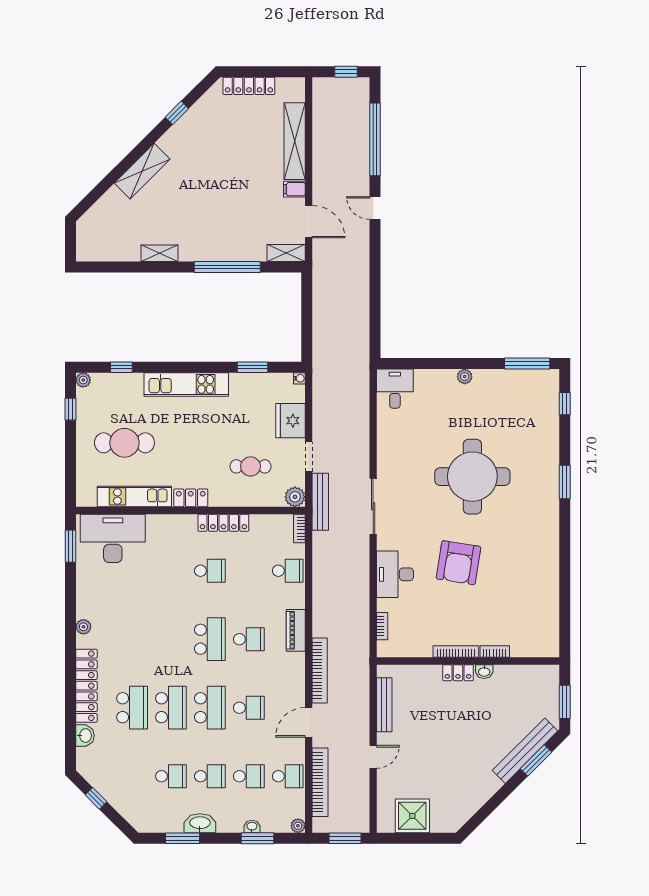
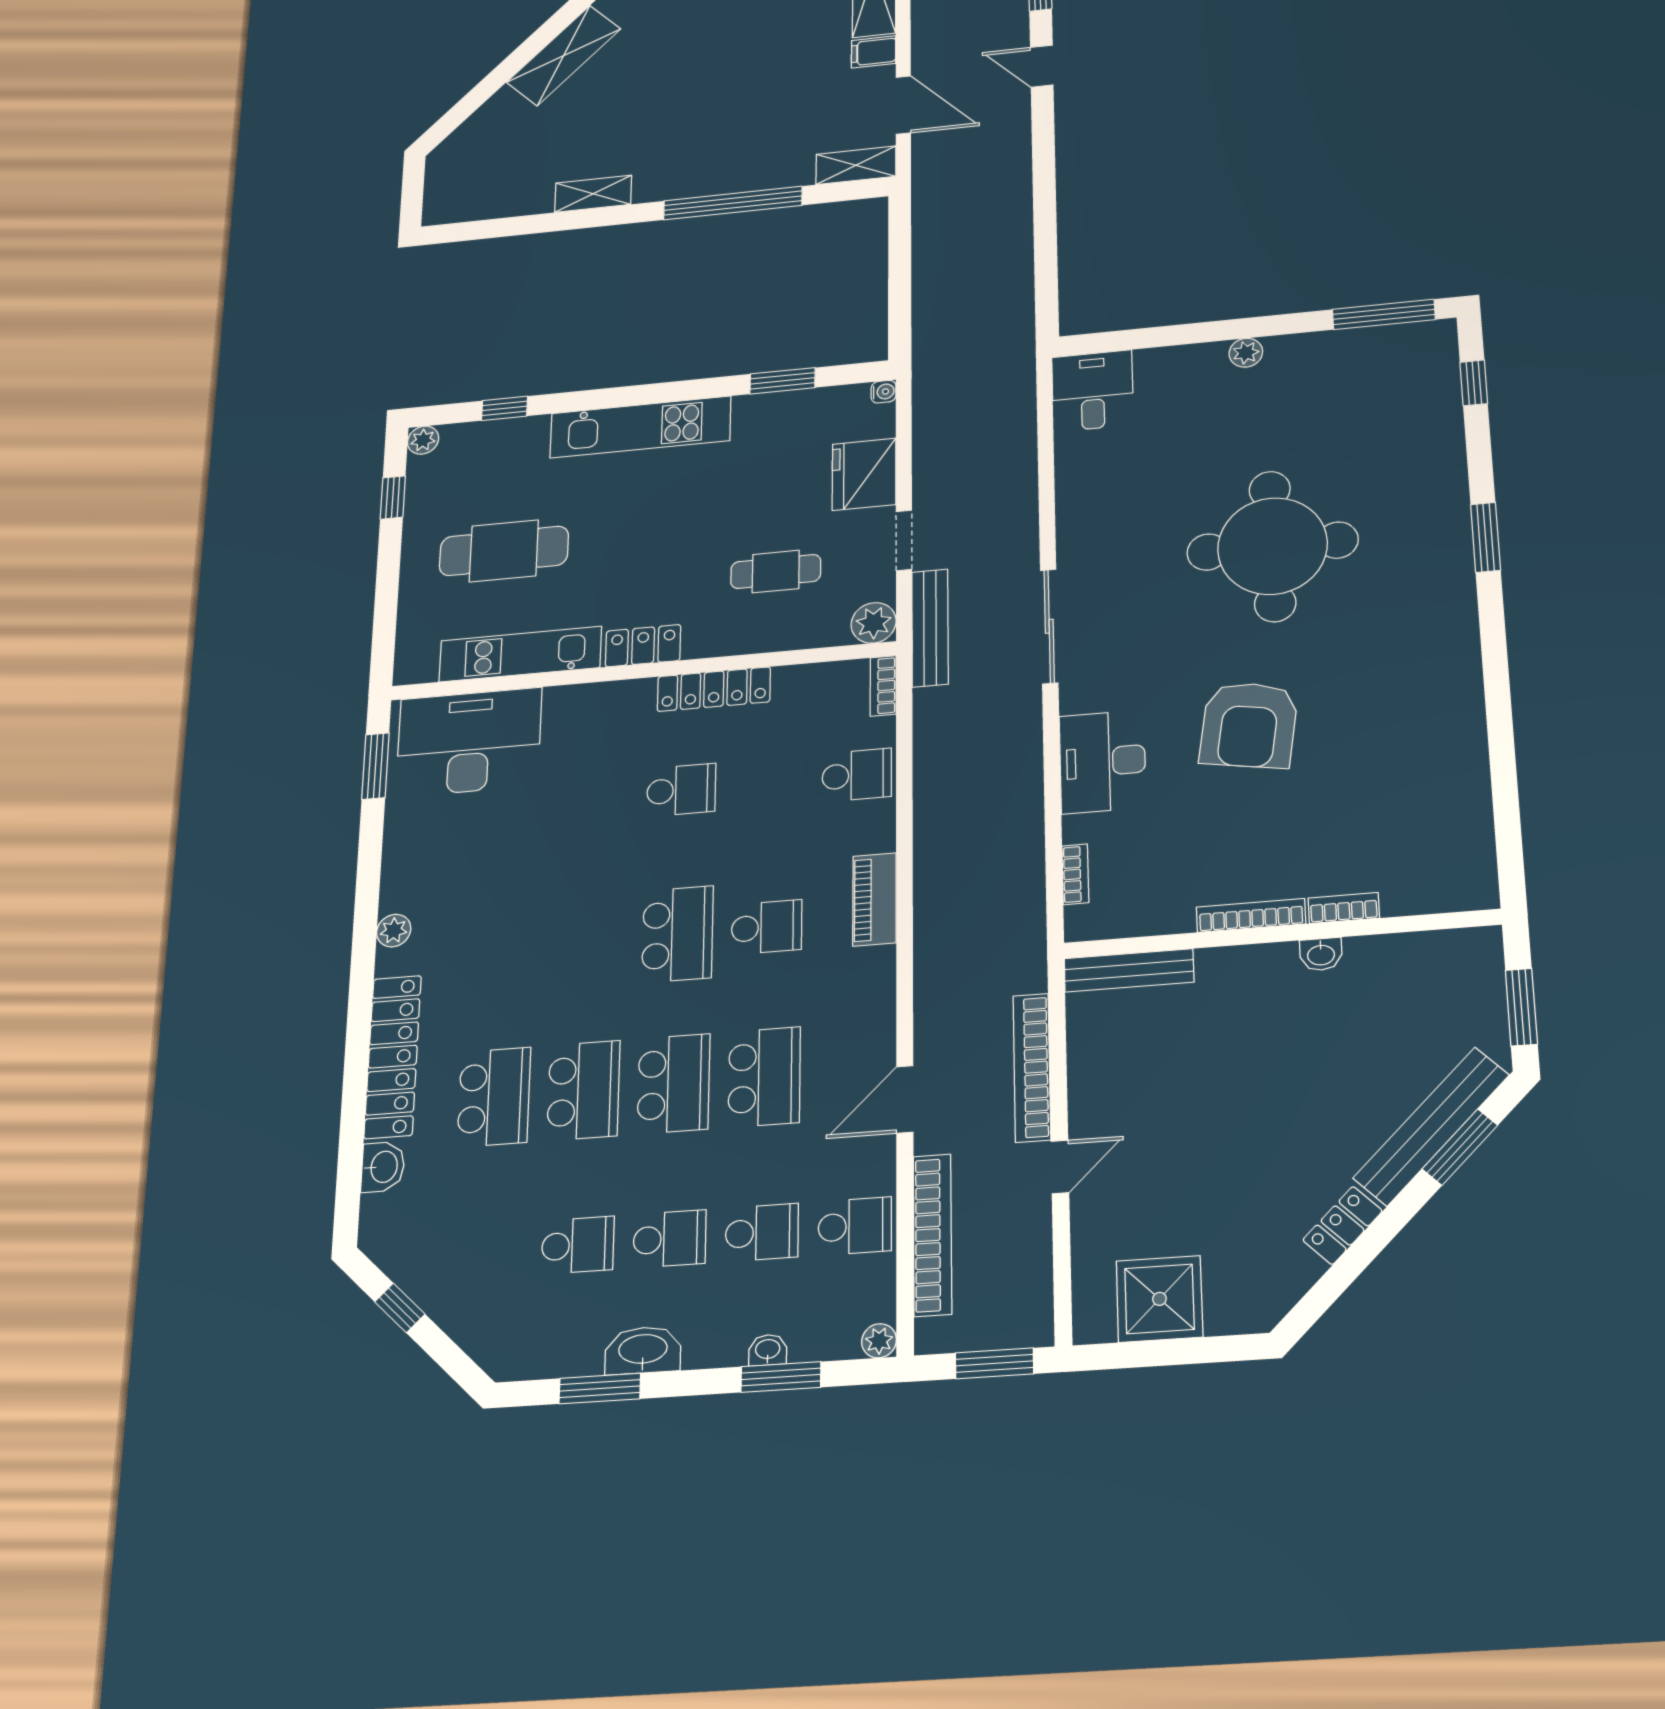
bookcase: (320, 671) -> (1032, 1067), moved, turned 180
locker: (458, 673) -> (1343, 1225), moved, turned 135
bench: (384, 705) -> (1129, 970), moved, turned 90
school desk: (249, 708) -> (764, 1077), width x1.85

